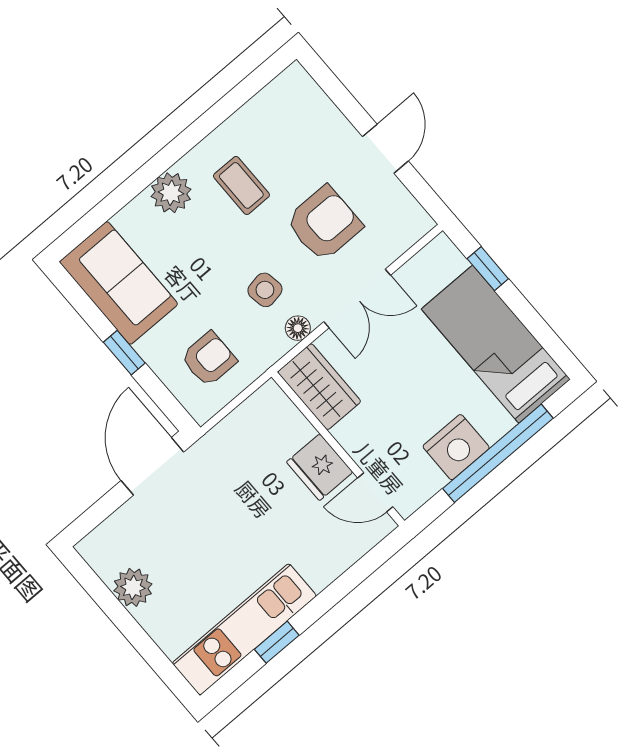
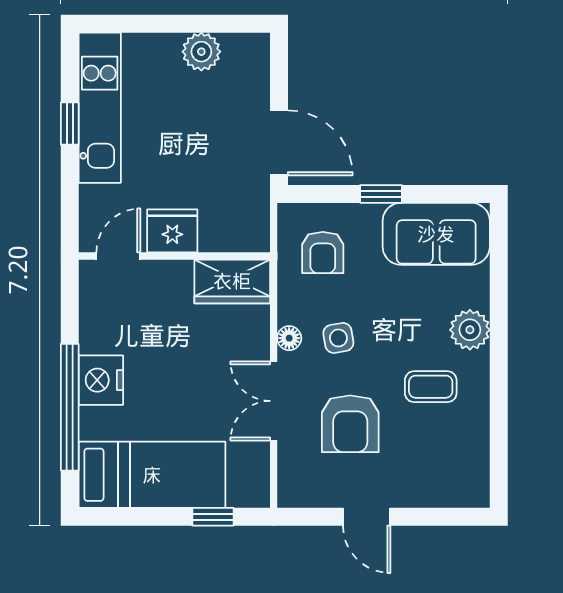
wardrobe: (319, 387) -> (232, 281), moved
wall: (338, 449) -> (174, 256), moved
fridge: (320, 467) -> (172, 231), moved
door: (375, 492) -> (118, 256), moved

